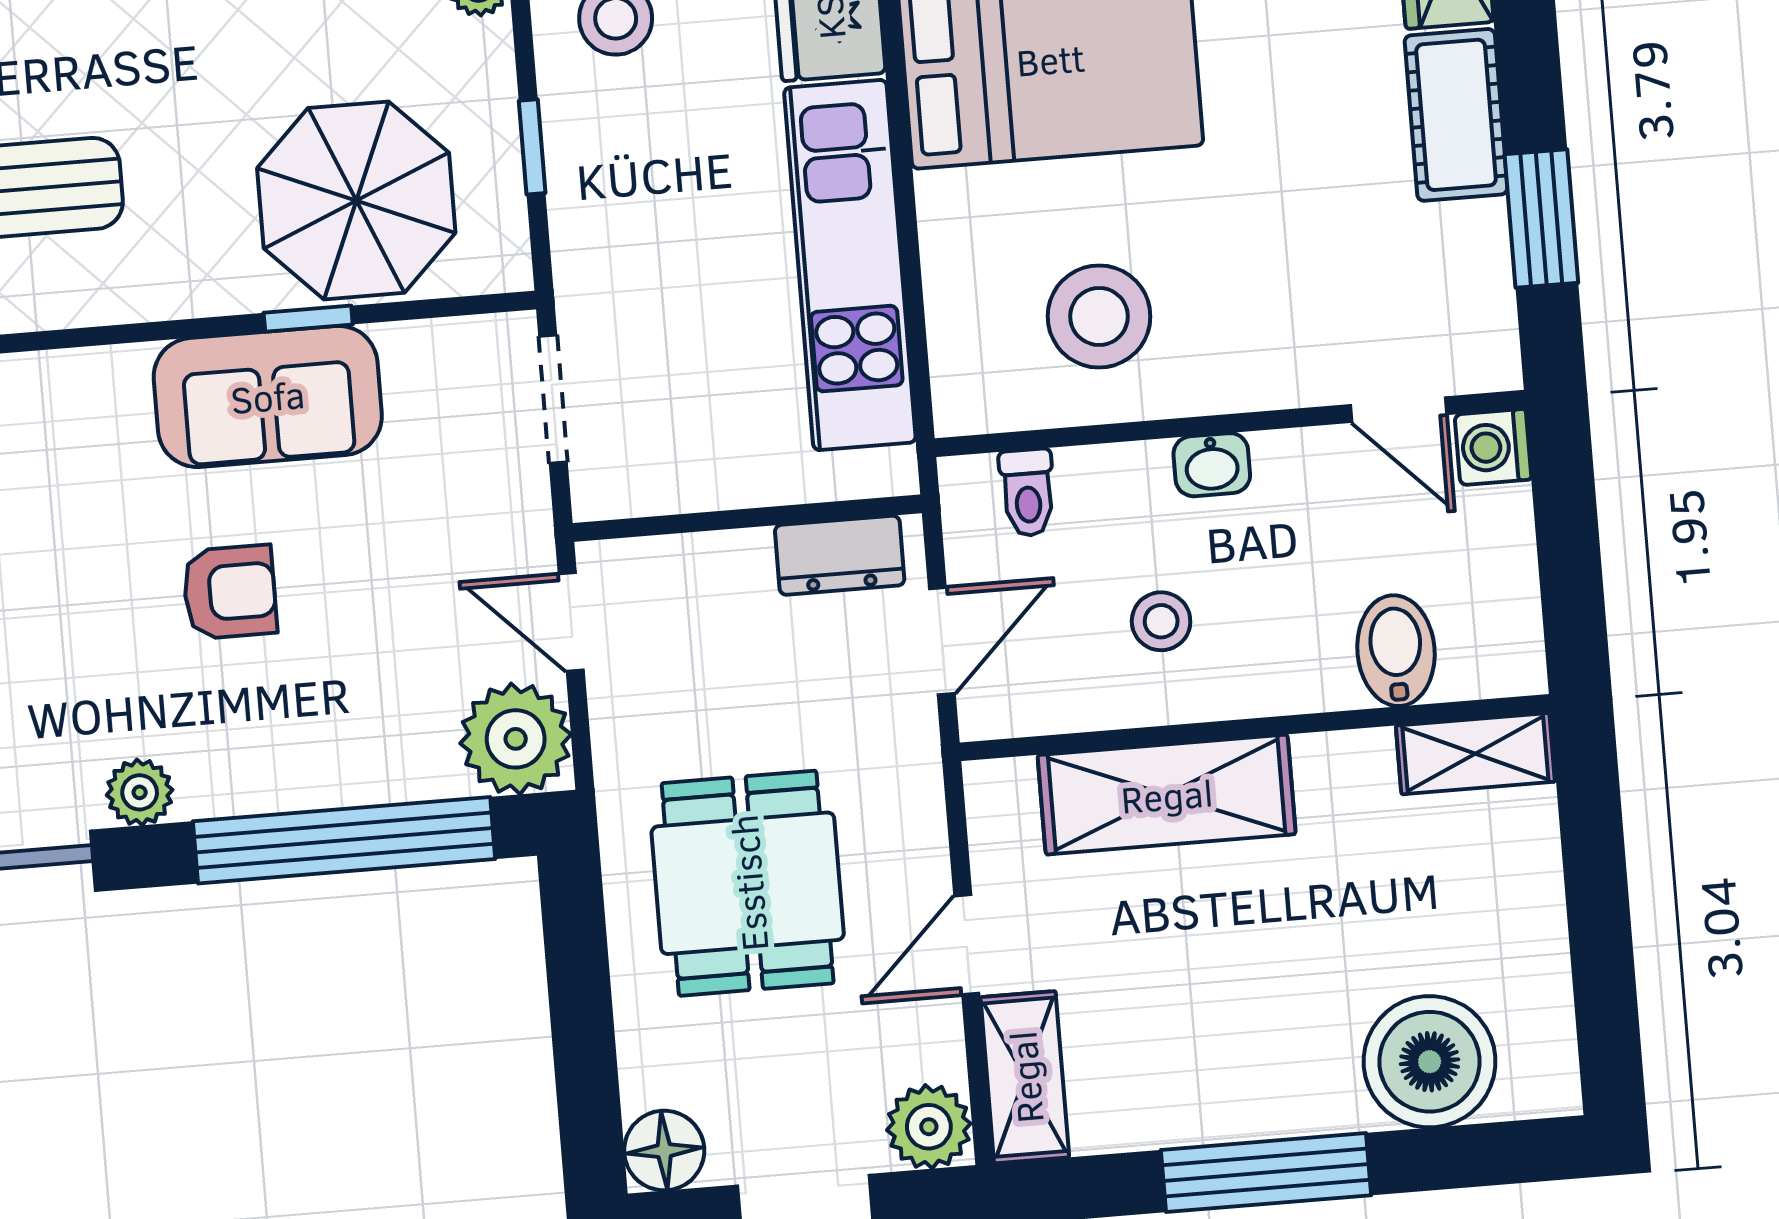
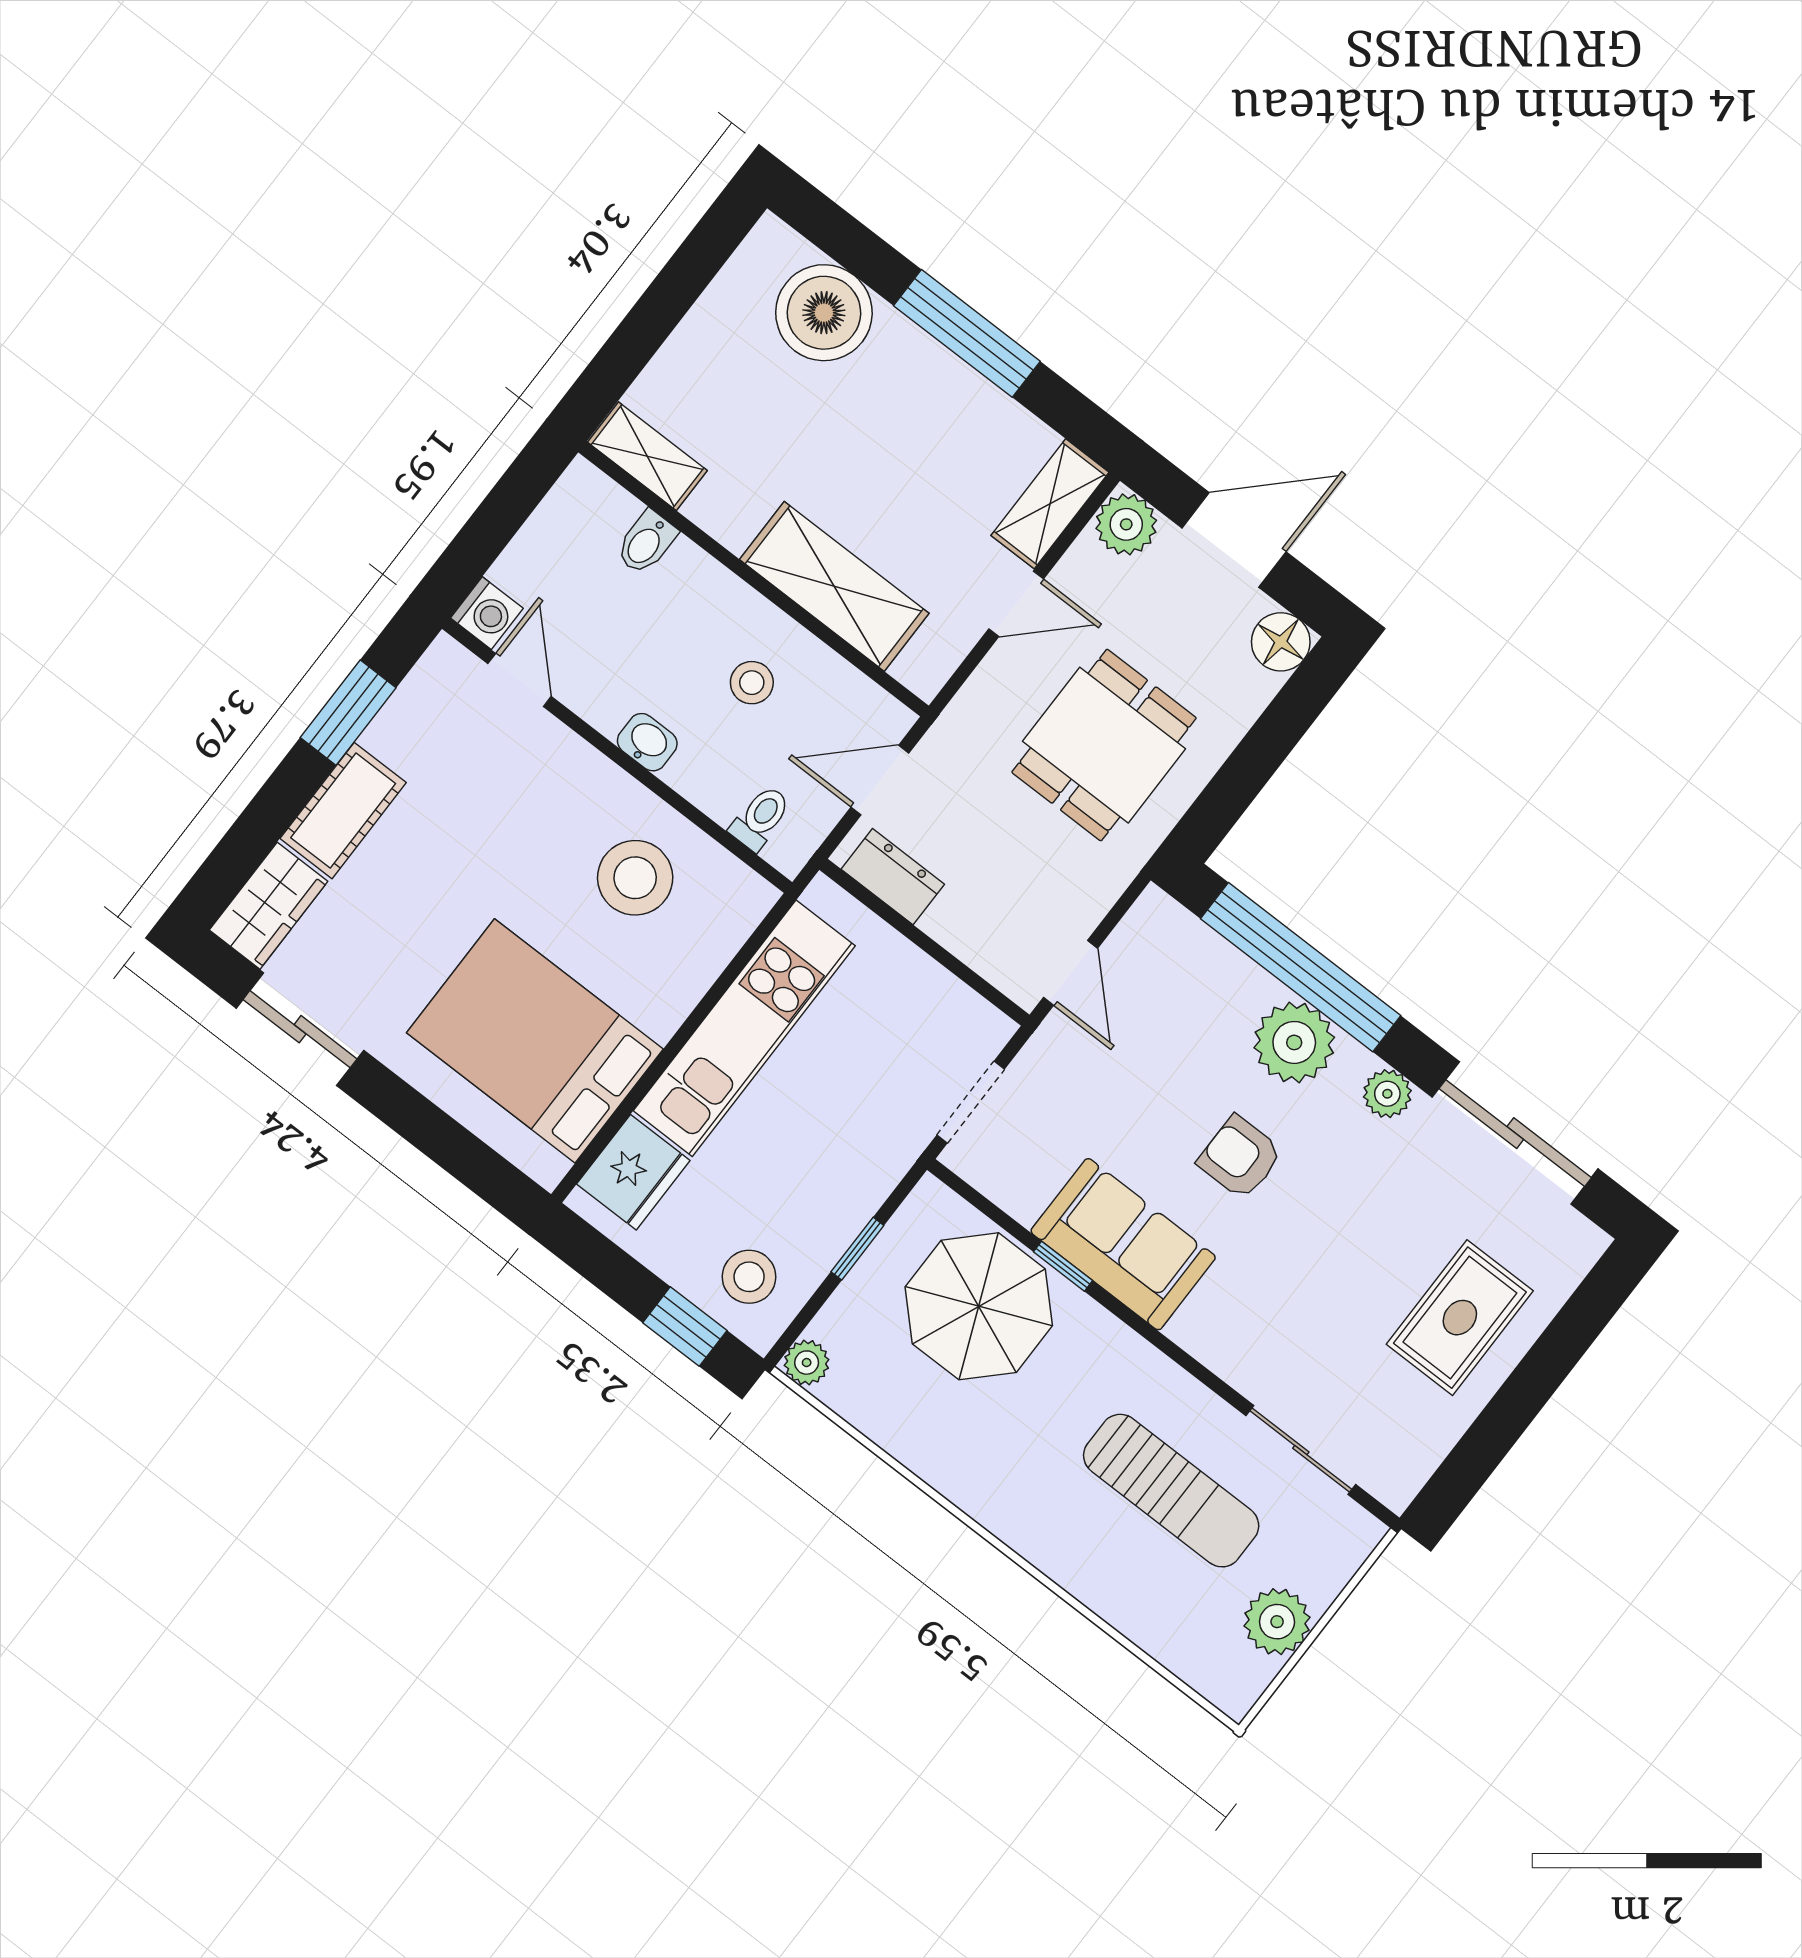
bidet: (1396, 651) -> (646, 543), width x0.72, depth x0.74
plant: (516, 739) -> (1294, 1042), moved

